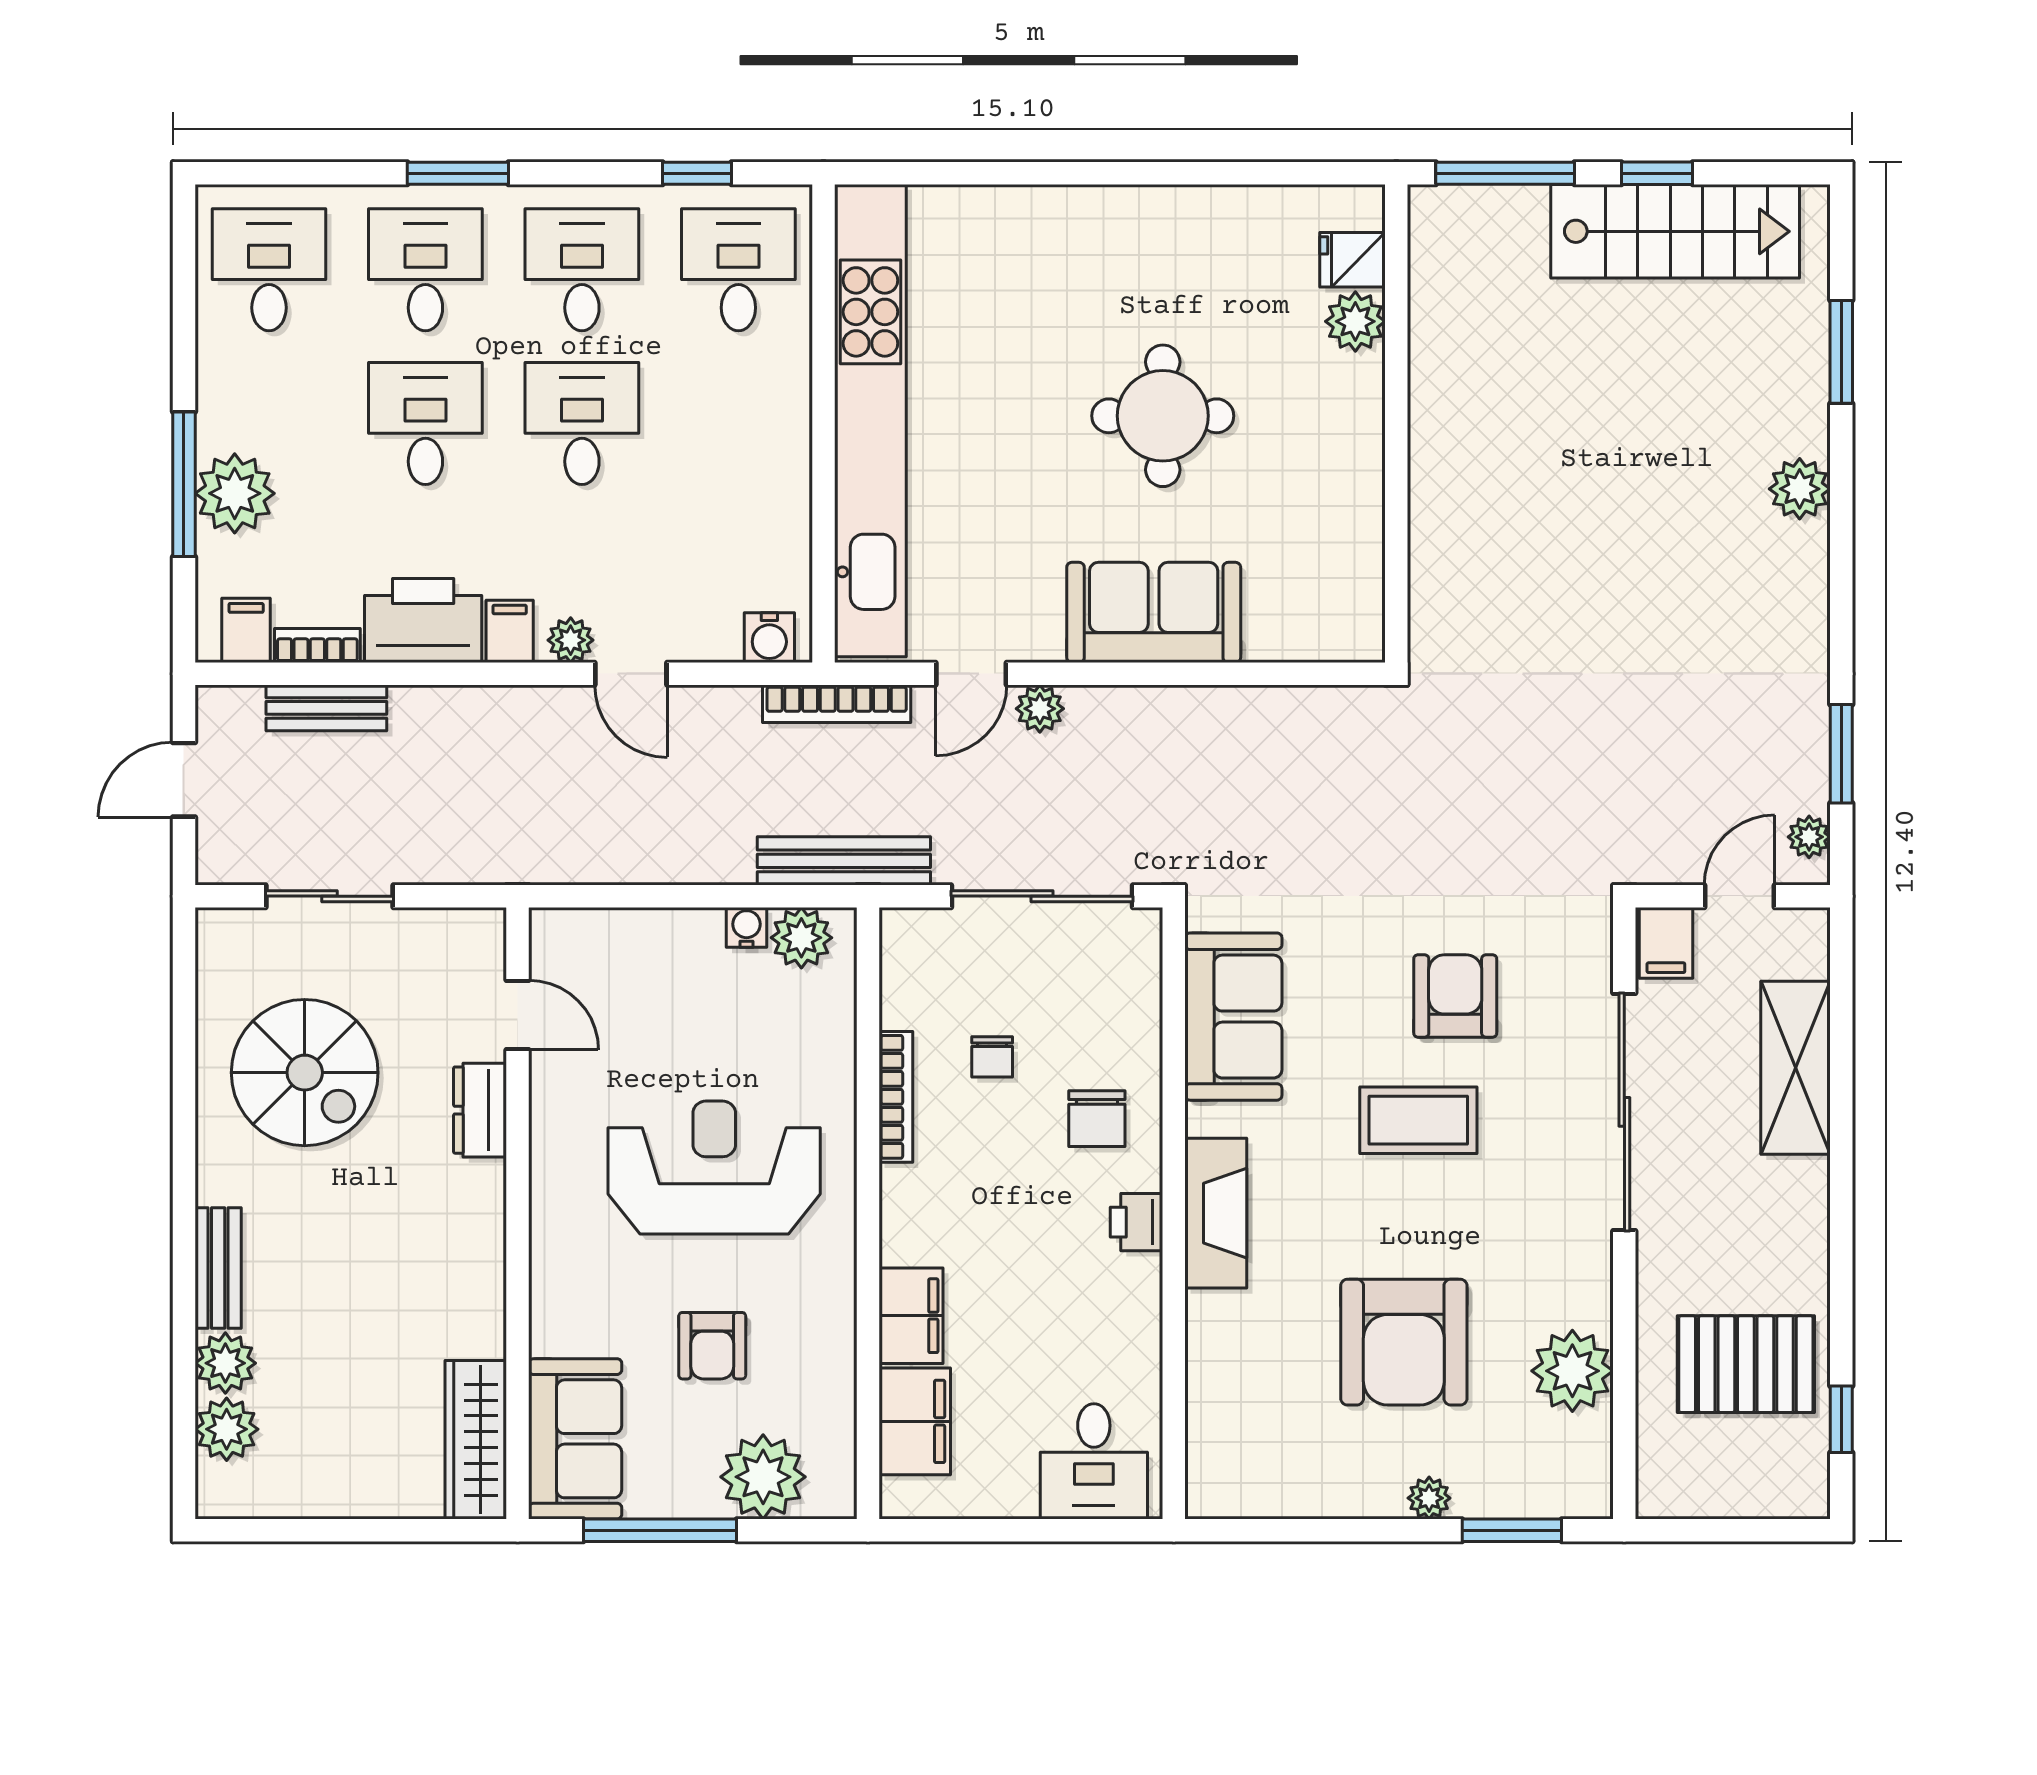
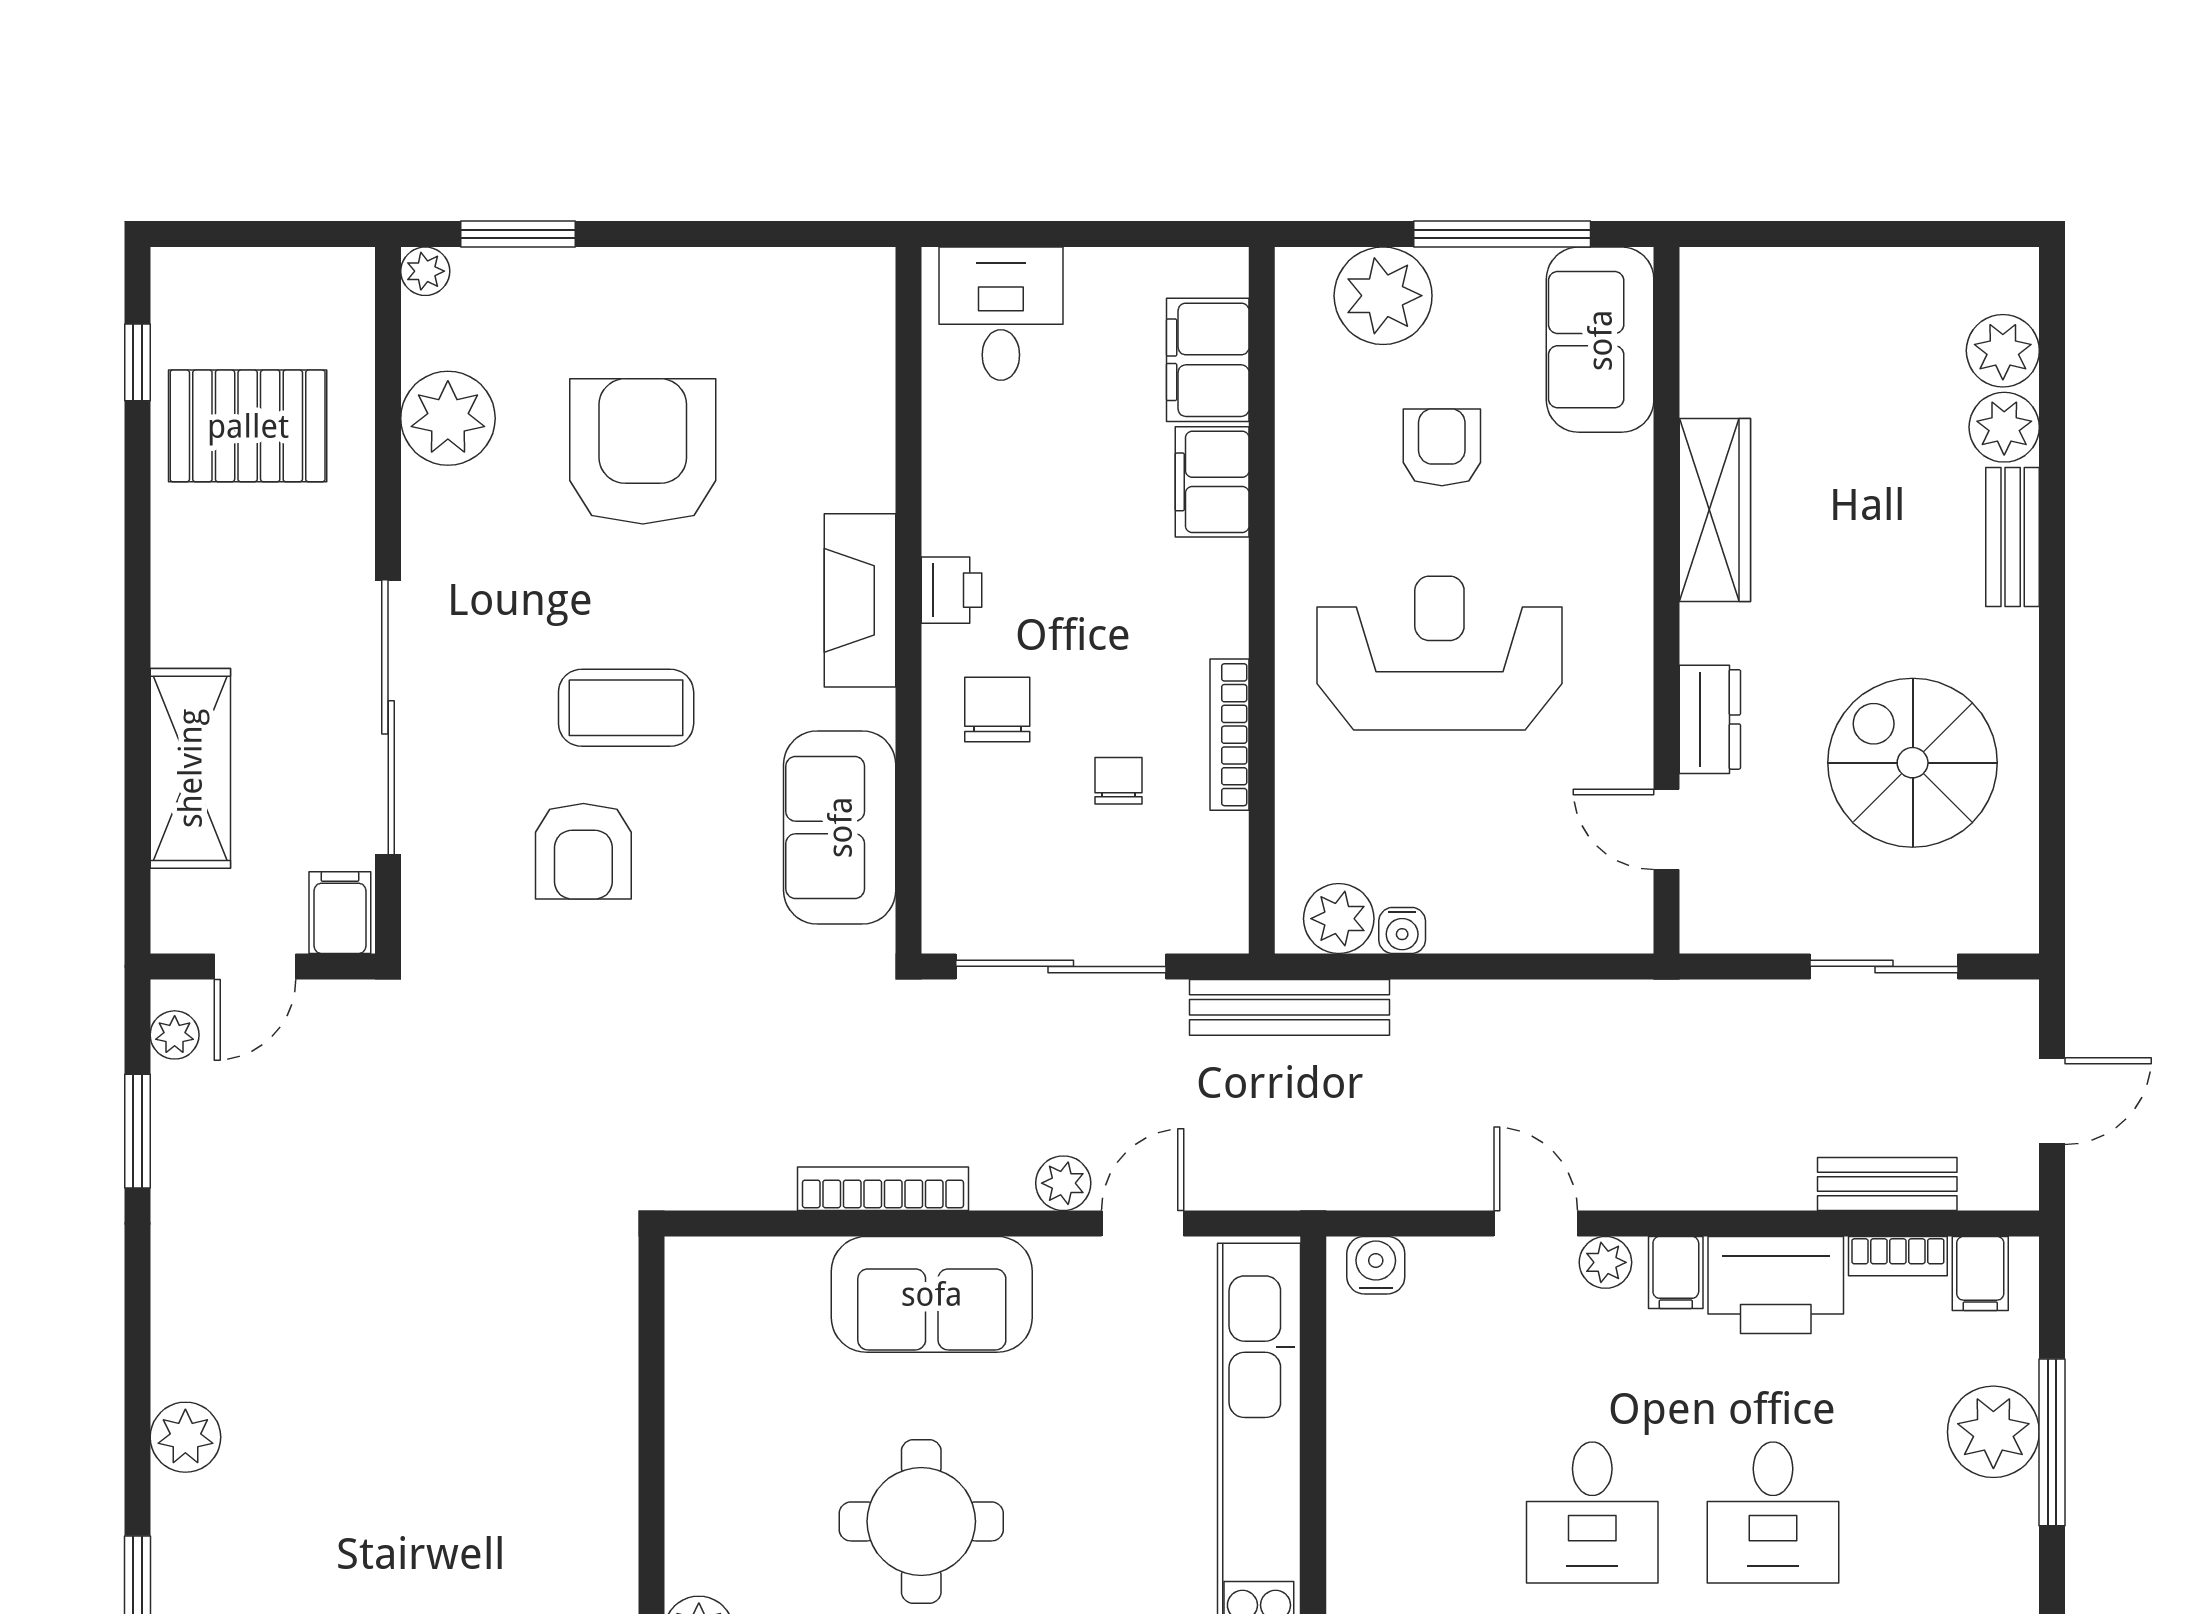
bookcase: (837, 704) -> (883, 1189), moved
reception desk: (714, 1168) -> (1439, 653), turned 180
wardrobe: (476, 1440) -> (1715, 510), moved
plant: (1429, 1498) -> (425, 271), moved

